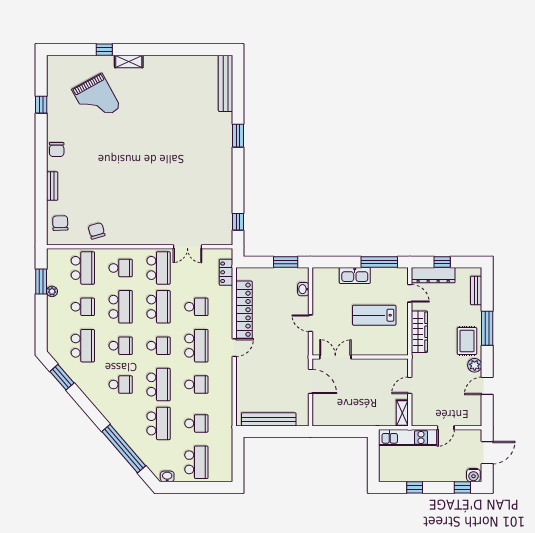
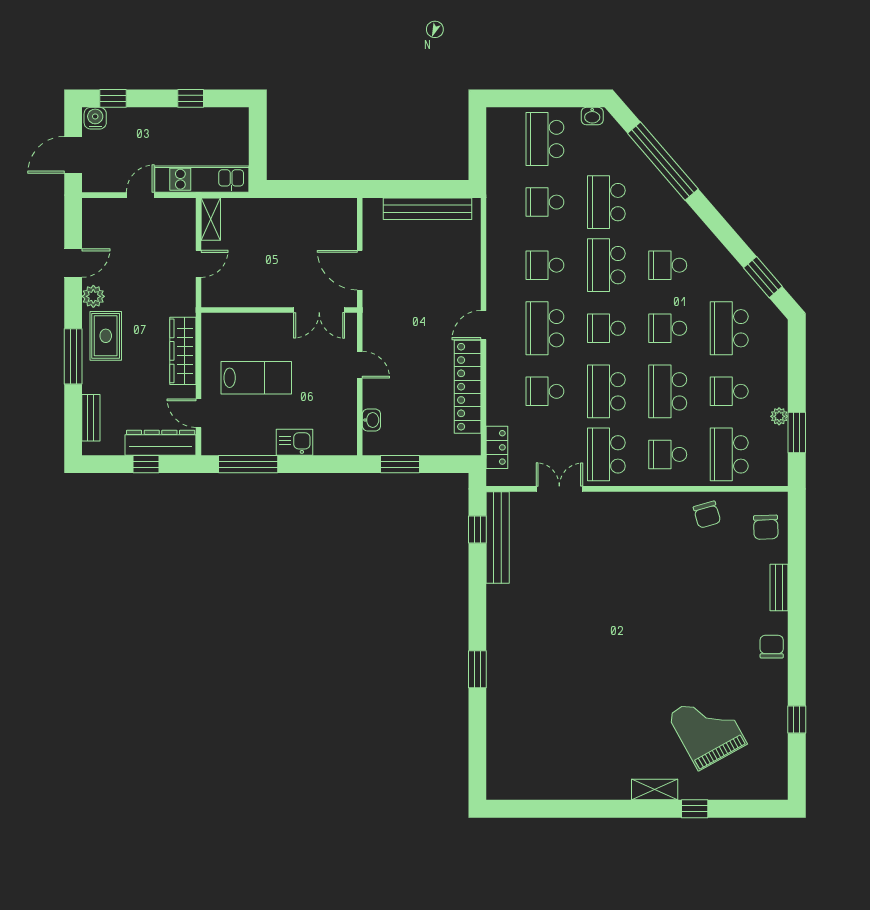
bench: (226, 83) -> (498, 537), moved
kitchen sink: (355, 275) -> (295, 442), width x0.73

